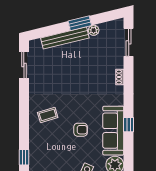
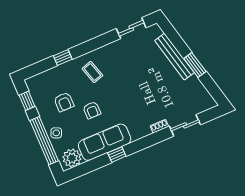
plant: (94, 30) -> (194, 81), removed
sliding door: (129, 42) -> (185, 125), moved
armchair: (63, 151) -> (64, 102), added
window: (24, 157) -> (63, 57), moved

